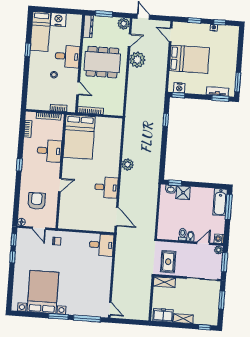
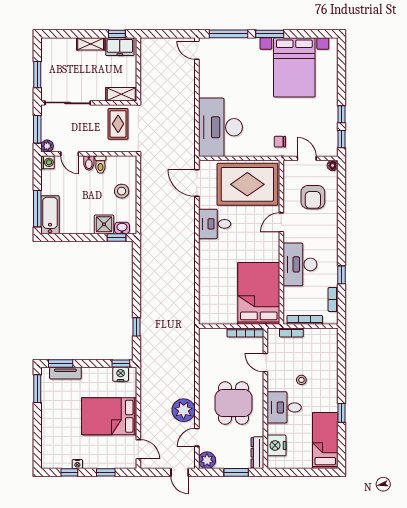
nightstand: (58, 20) -> (277, 445), moved, turned 90
dining table: (102, 62) -> (234, 403), width x0.73
desk: (49, 151) -> (300, 264), width x1.37
window: (19, 165) -> (342, 275), moved
plant: (128, 165) -> (186, 259), removed
rug: (82, 213) -> (247, 184), added
stool: (169, 215) -> (122, 191), added
door: (203, 243) -> (70, 154), hinge flipped
desk: (102, 245) -> (220, 127), width x1.87, depth x1.30
window: (204, 327) -> (117, 34), moved

